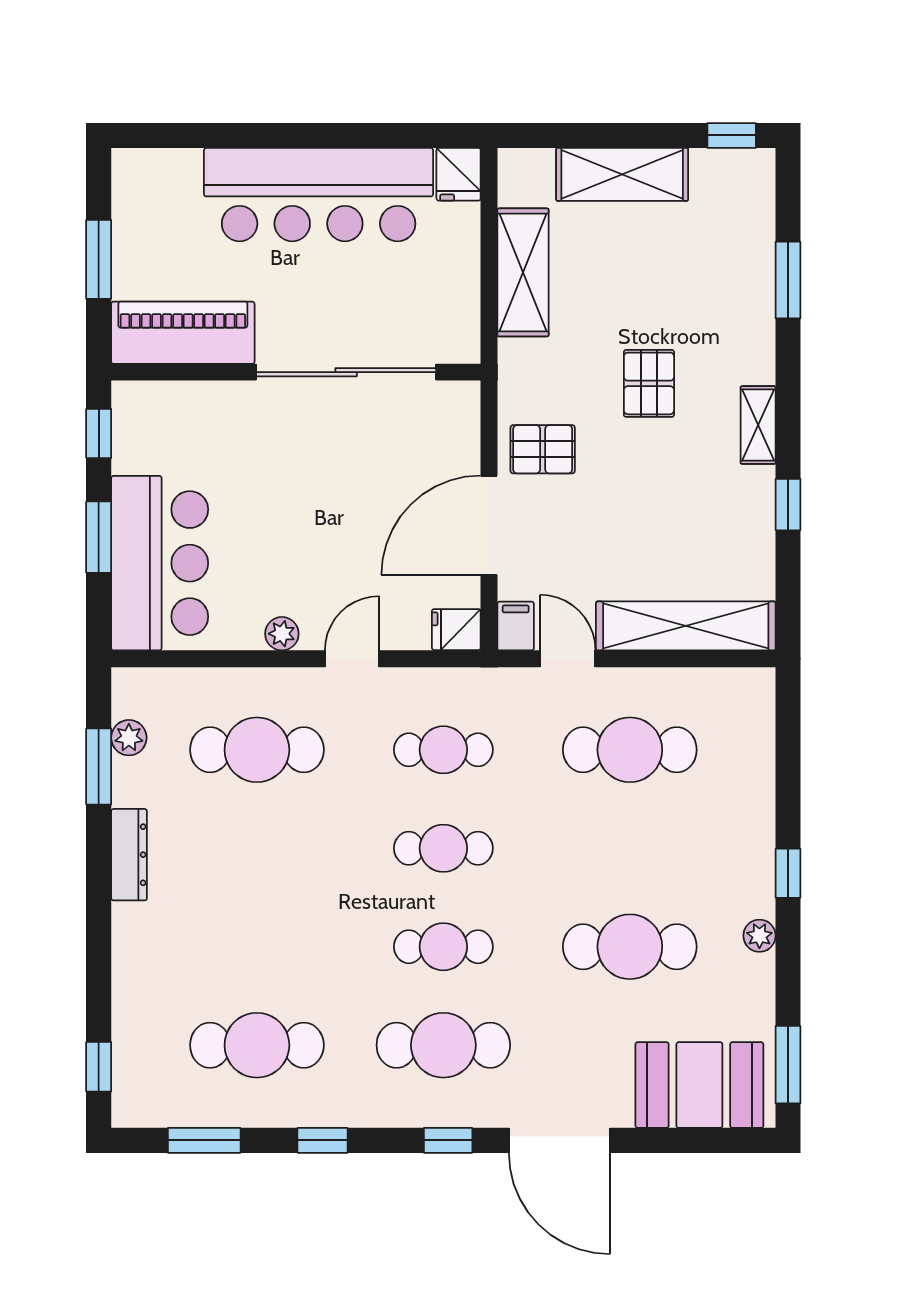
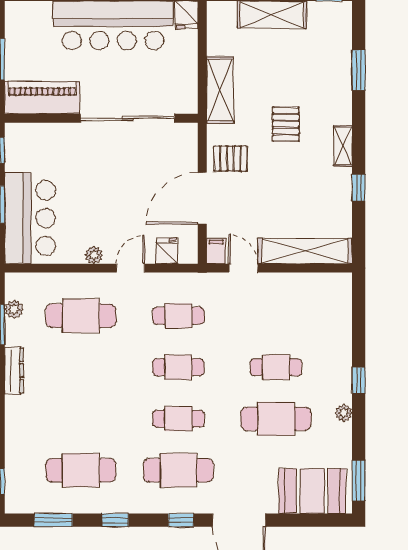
shelving: (523, 272) -> (220, 90), moved
fridge: (456, 630) -> (167, 251), moved, turned 90
cafe table: (630, 750) -> (276, 367), moved, width x0.73, depth x0.74

